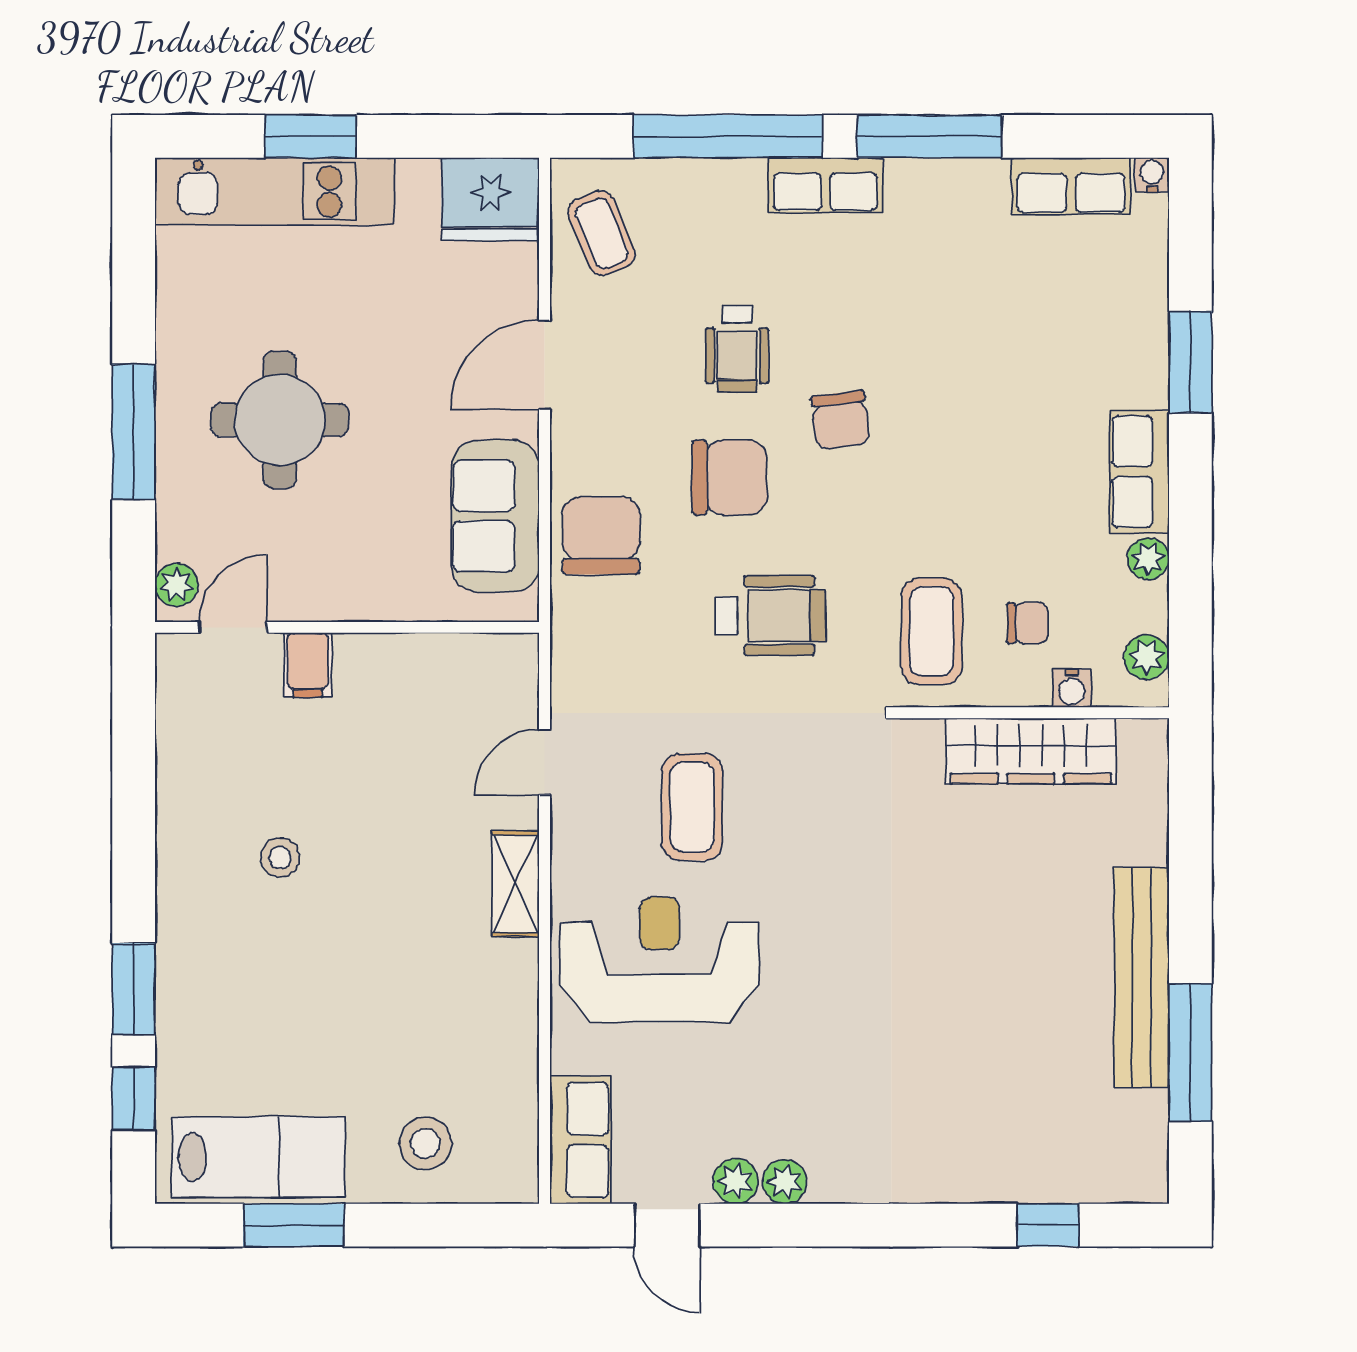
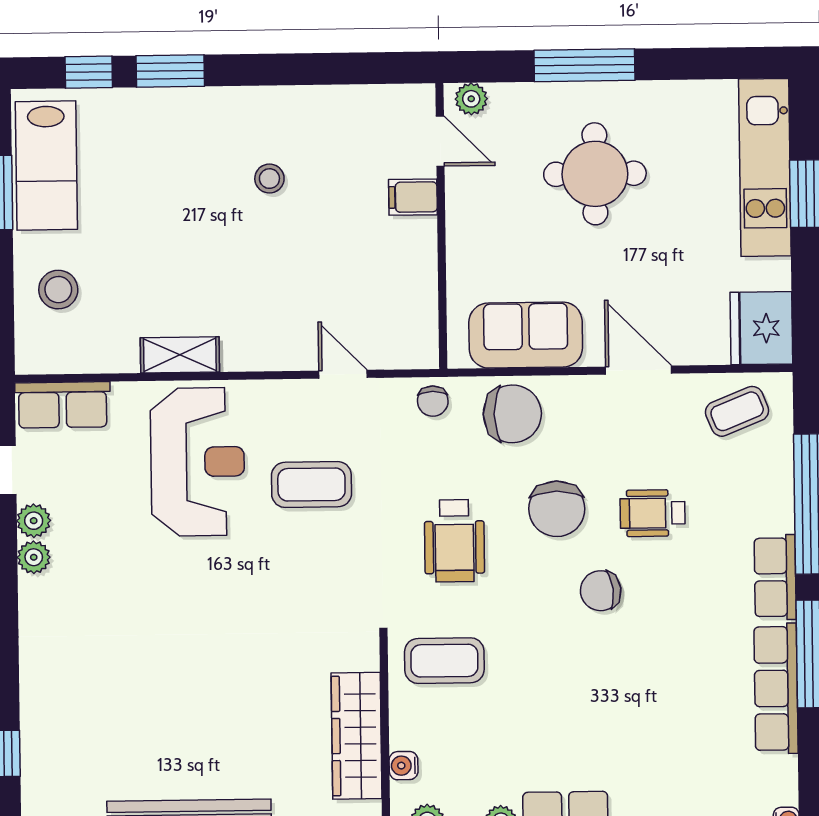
row of seats: (1071, 186) -> (776, 688), moved, width x1.48
chair: (1028, 623) -> (433, 401), moved
shelving: (515, 884) -> (180, 355), moved

